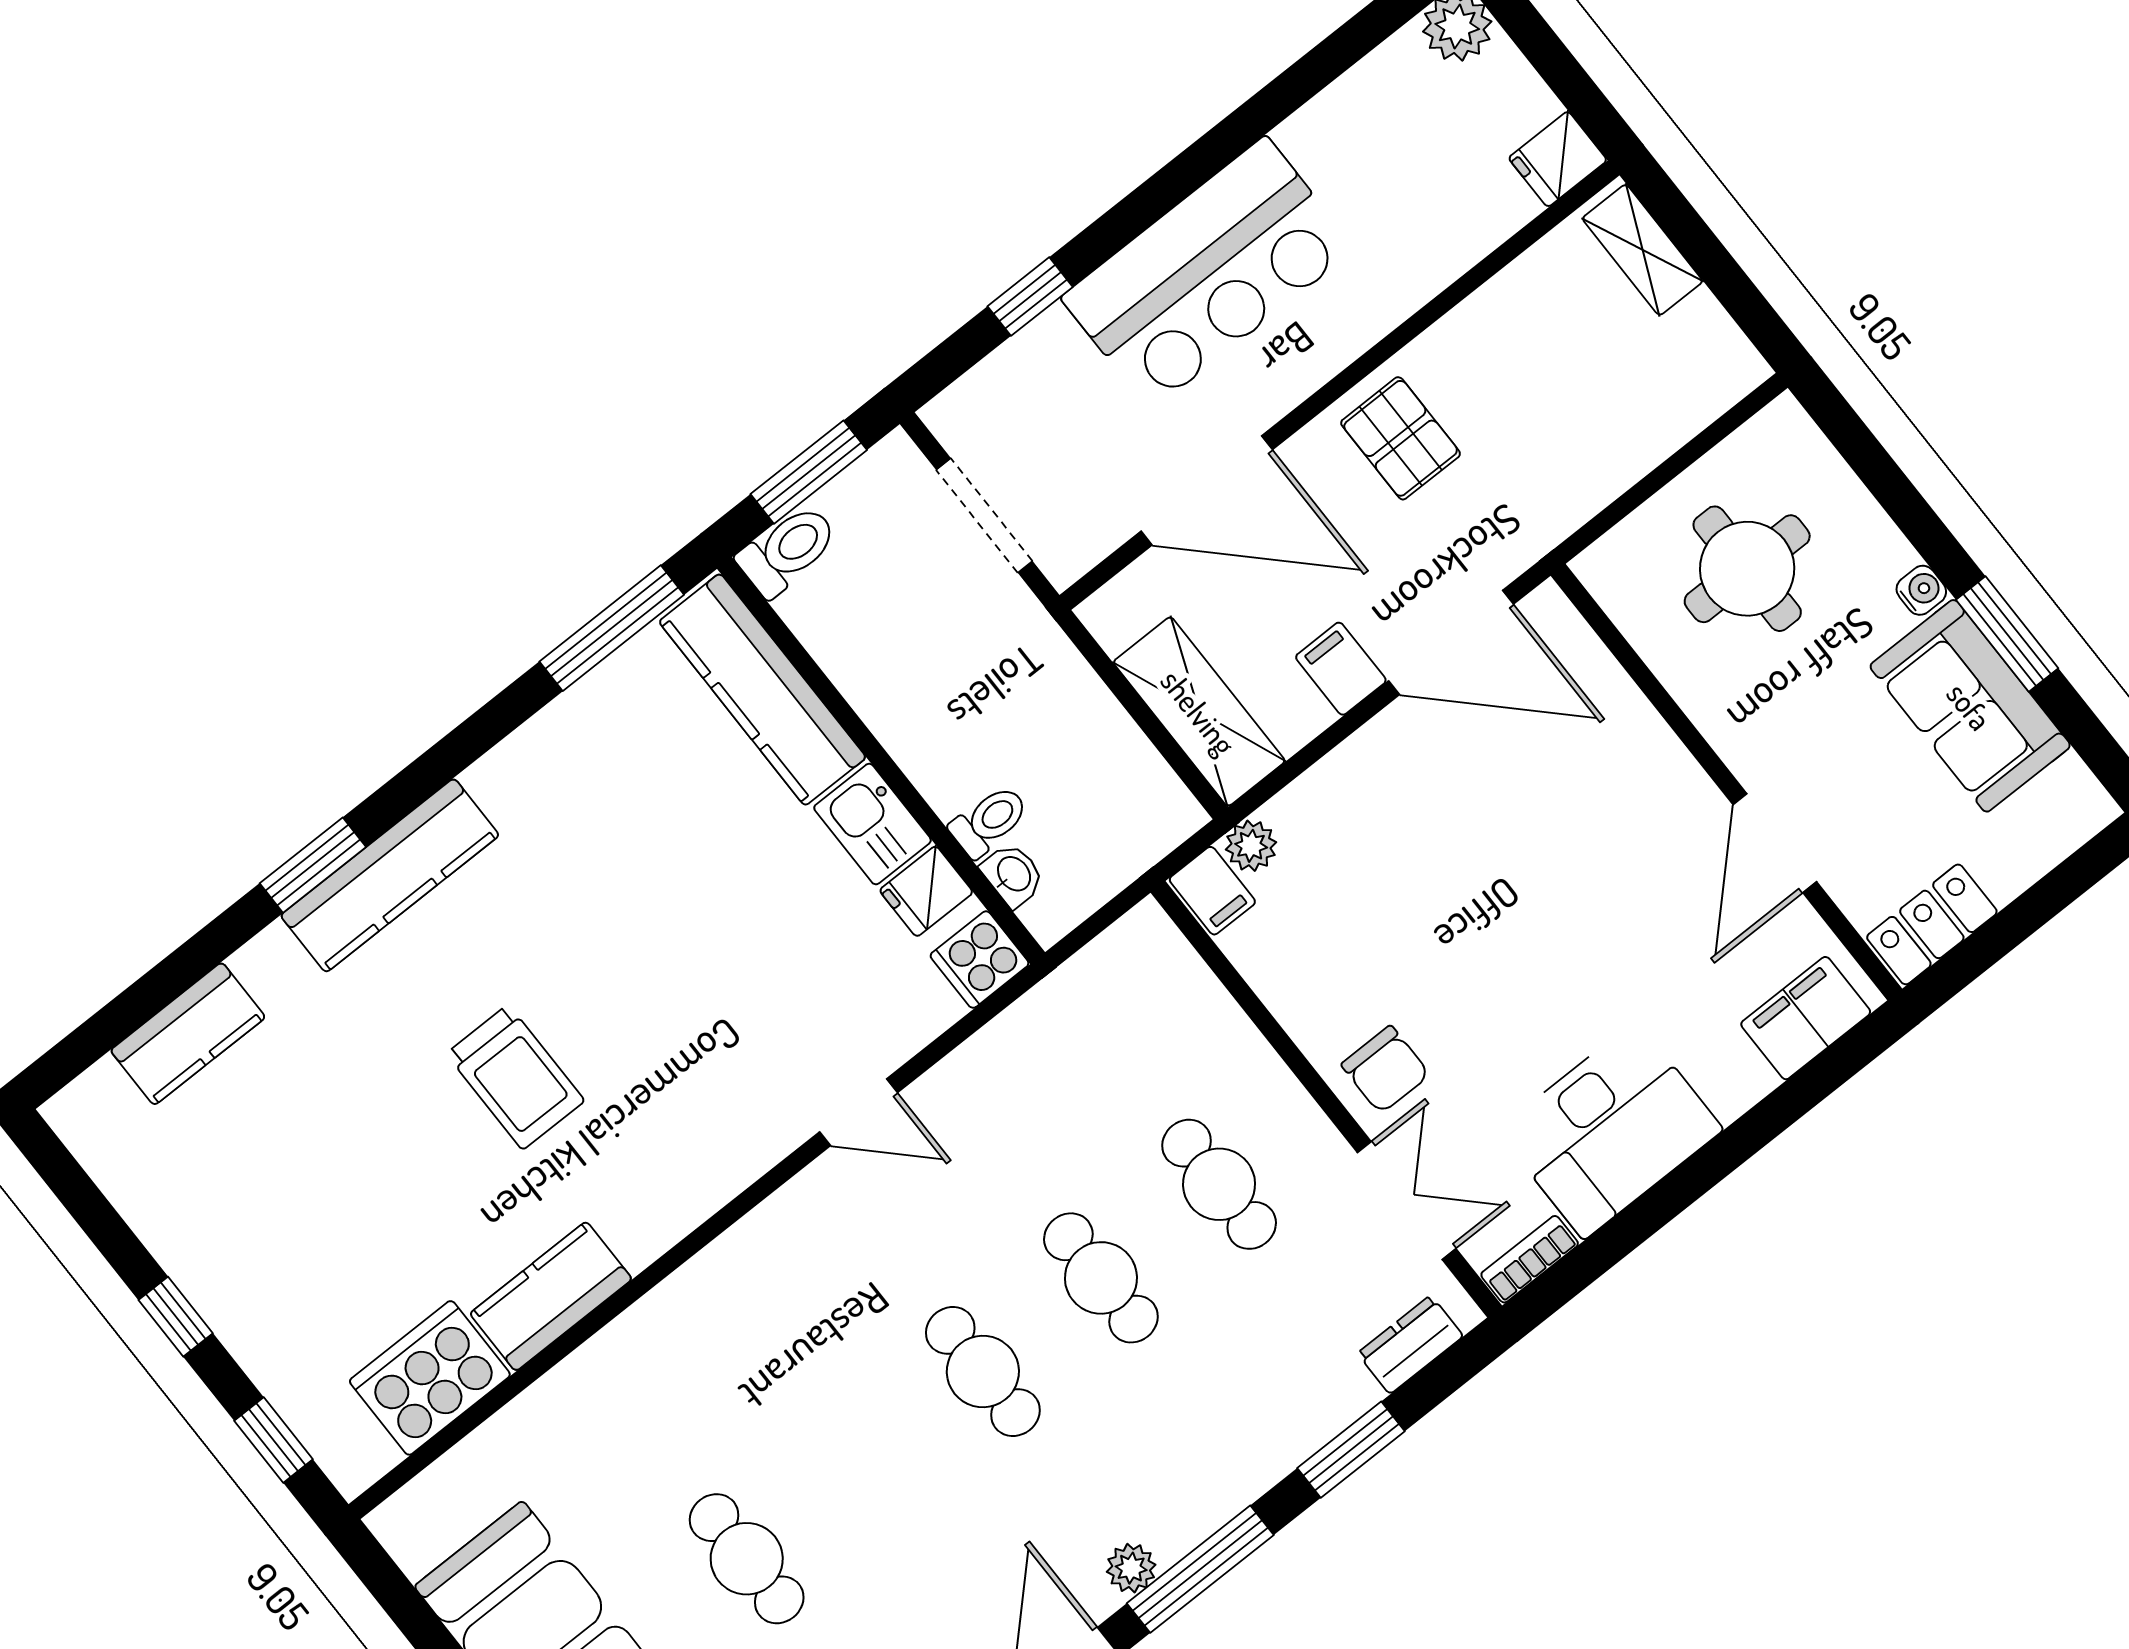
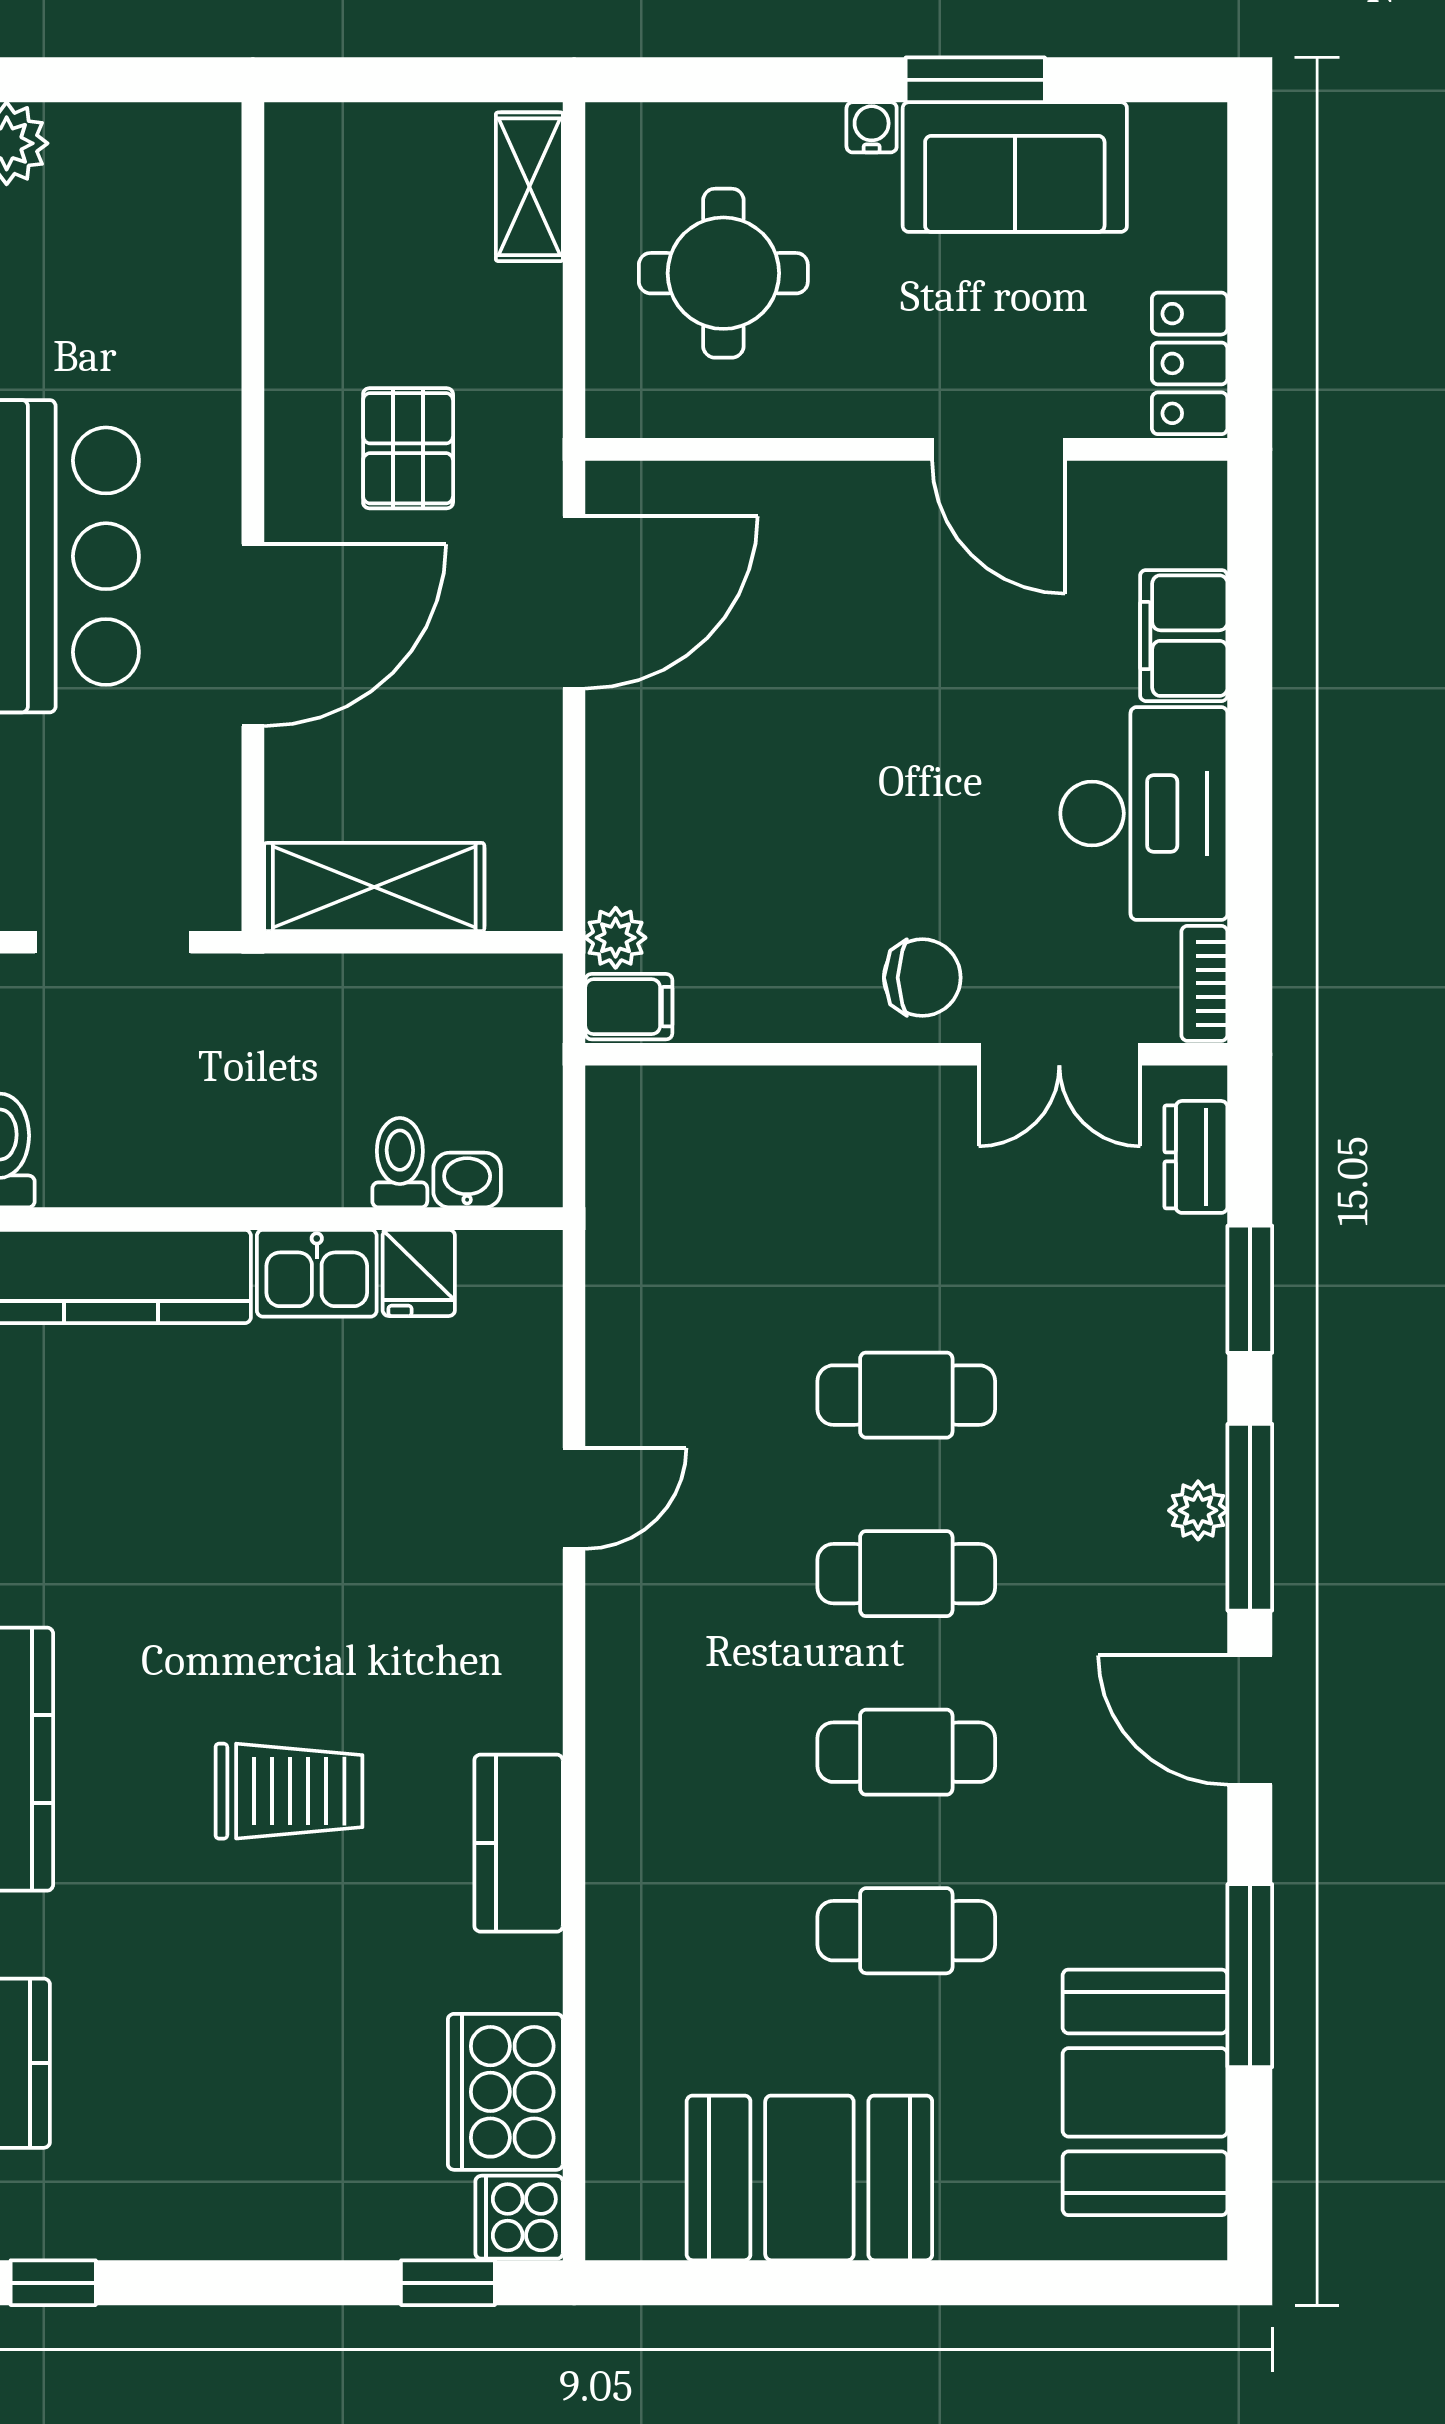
fridge: (1558, 159) -> (204, 148), removed
shelving: (1643, 250) -> (529, 187), moved, turned 90
pallet: (1401, 438) -> (408, 448), moved, turned 90
door: (1207, 490) -> (253, 635), moved
filing cabinet: (1341, 669) -> (517, 724), removed
shelving: (1199, 712) -> (374, 887), moved
cooker: (980, 960) -> (519, 2217), moved, turned 90
filing cabinet: (1806, 1018) -> (1184, 636), moved
cafe table: (1219, 1184) -> (906, 1752), moved
double door: (1407, 1201) -> (1059, 1054), swing flipped
kitchen counter: (551, 1296) -> (519, 1843), moved
window: (176, 1317) -> (53, 2283), moved
plant: (1131, 1568) -> (1198, 1510), moved

